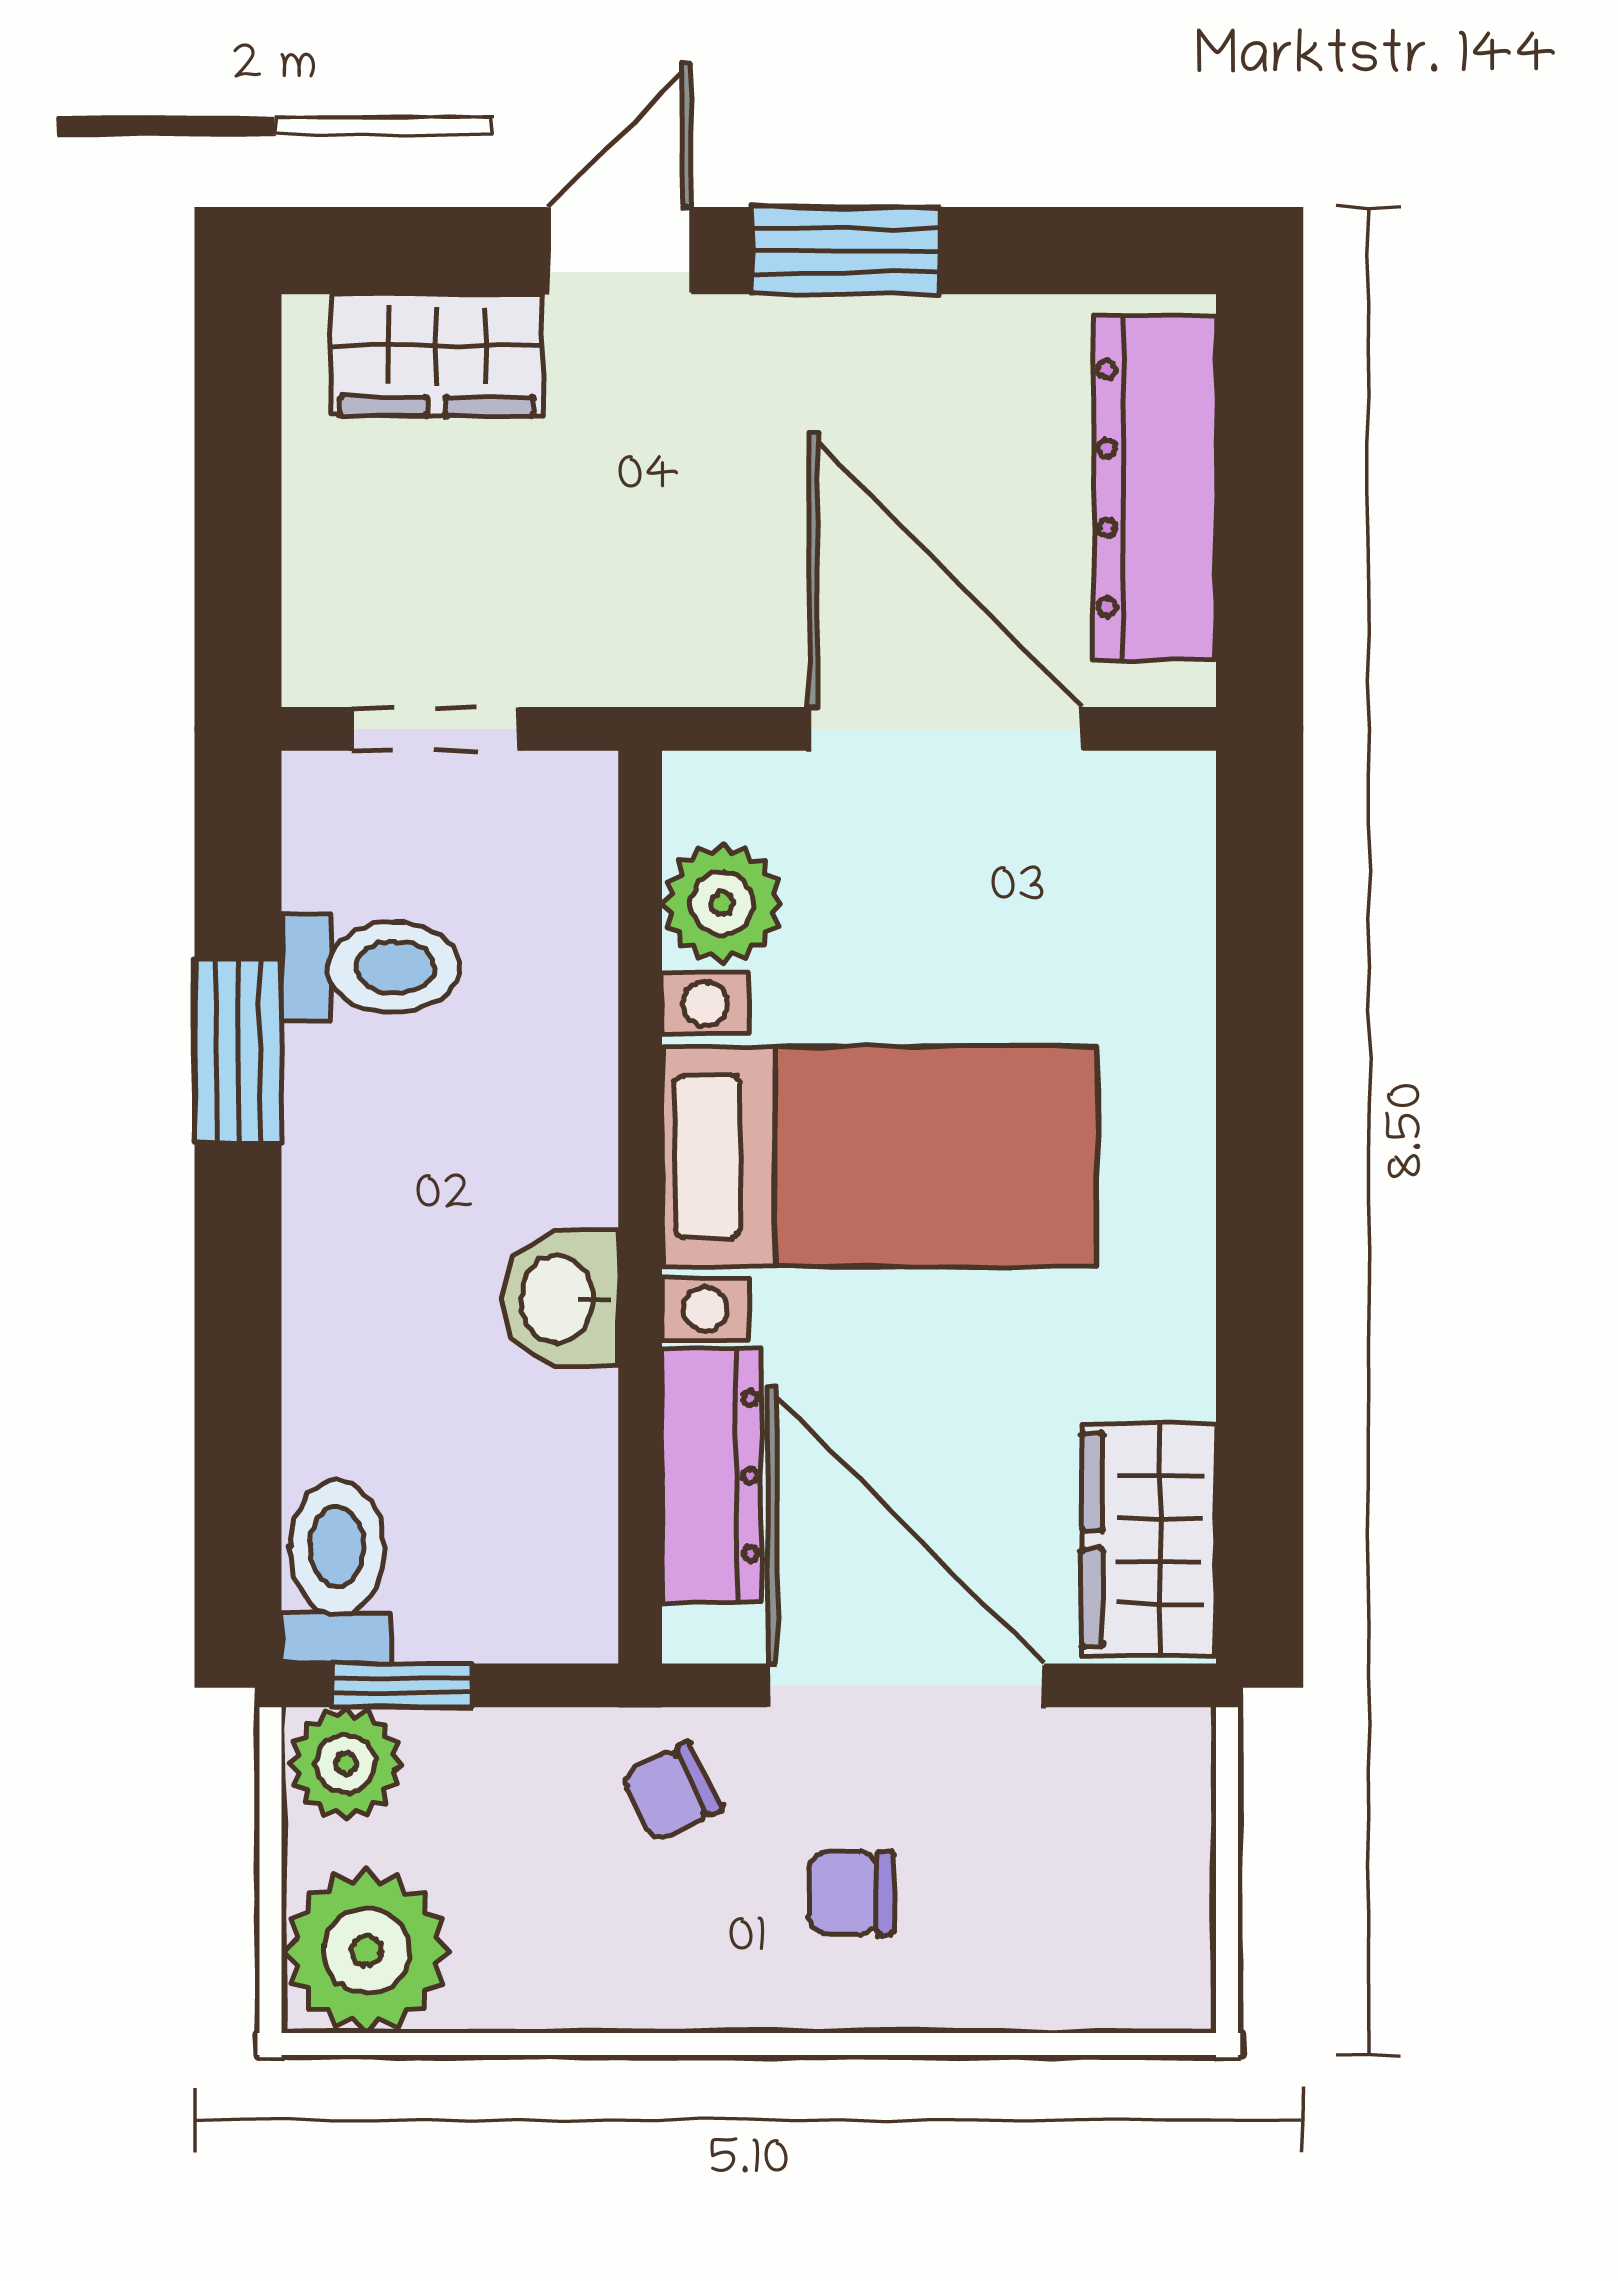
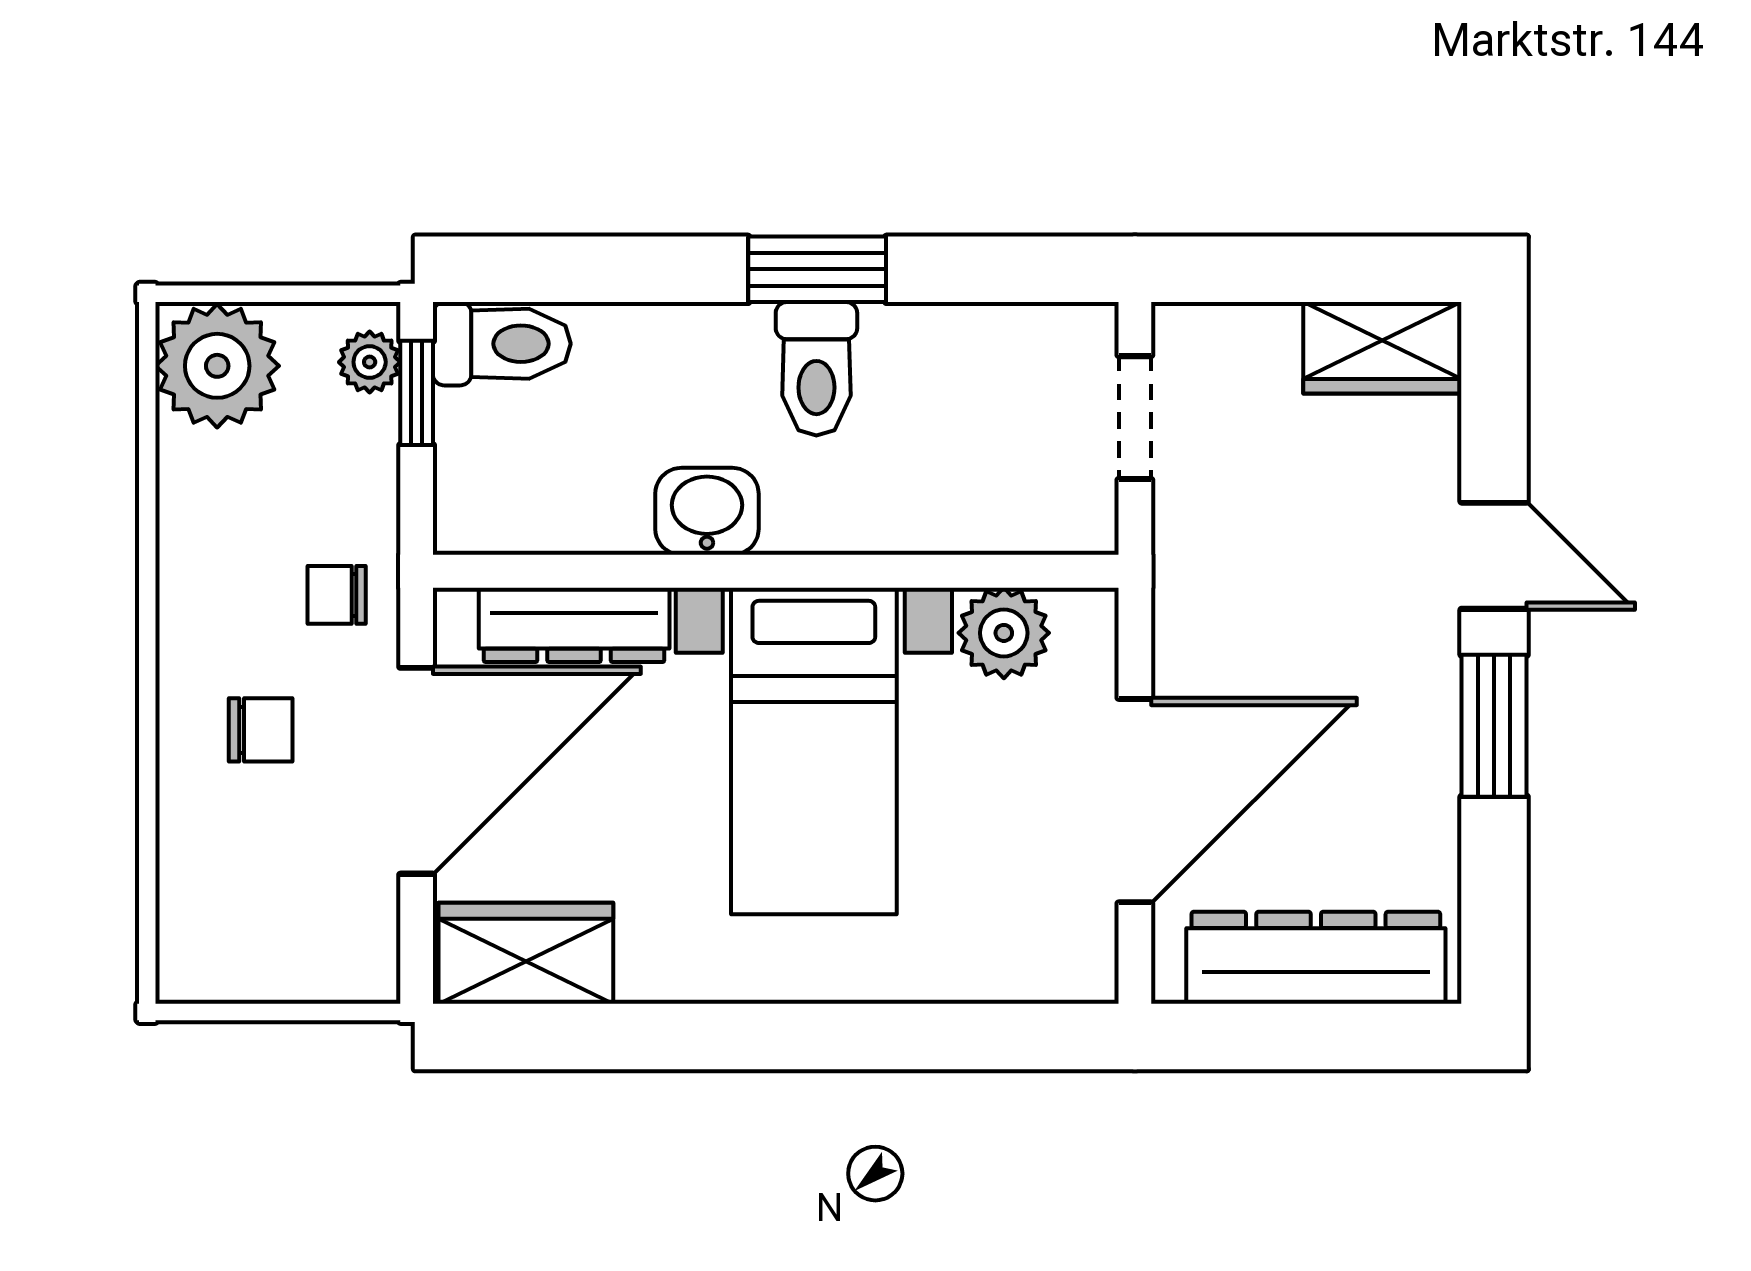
wardrobe: (437, 355) -> (1382, 348), moved, turned -90
toilet: (370, 967) -> (816, 369), moved
window: (238, 1050) -> (817, 269), moved
plant: (346, 1763) -> (370, 362), width x0.73, depth x0.73
chair: (672, 1792) -> (337, 595), turned -64
chair: (851, 1893) -> (261, 730), turned 90

